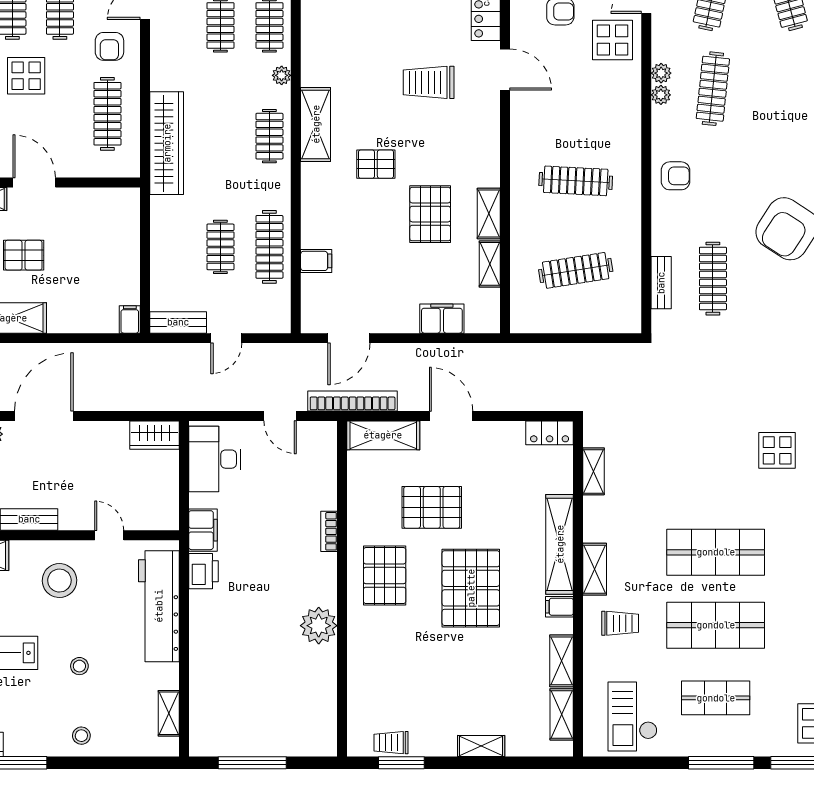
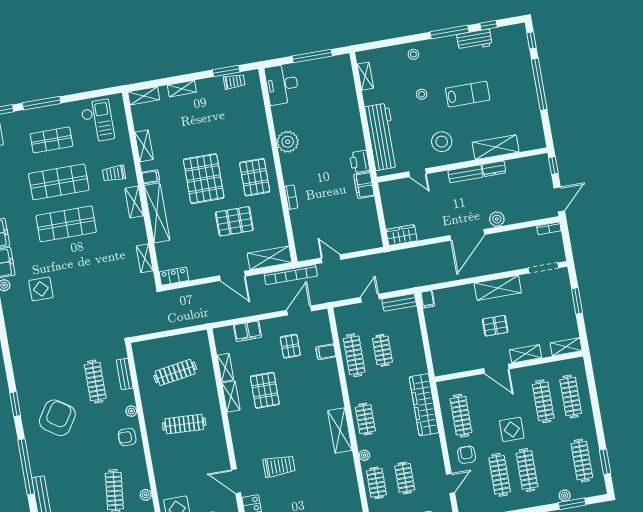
plant: (661, 95) -> (131, 411), moved
pallet: (376, 164) -> (290, 346), moved, turned 90
desk: (215, 459) -> (282, 84), moved, turned 180
shelving: (562, 714) -> (144, 96), moved, turned 90

